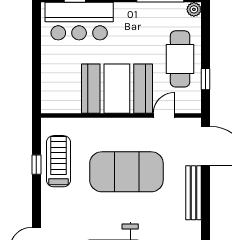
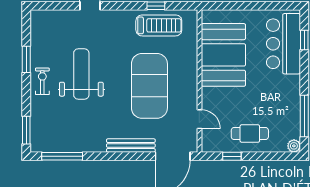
cafe table: (180, 59) -> (250, 134), width x0.73, depth x0.74
booth: (117, 89) -> (223, 55), moved

